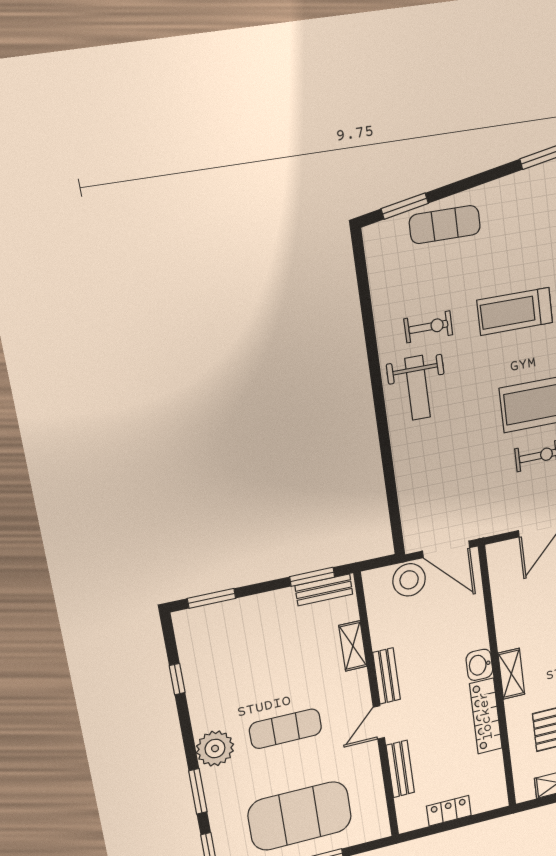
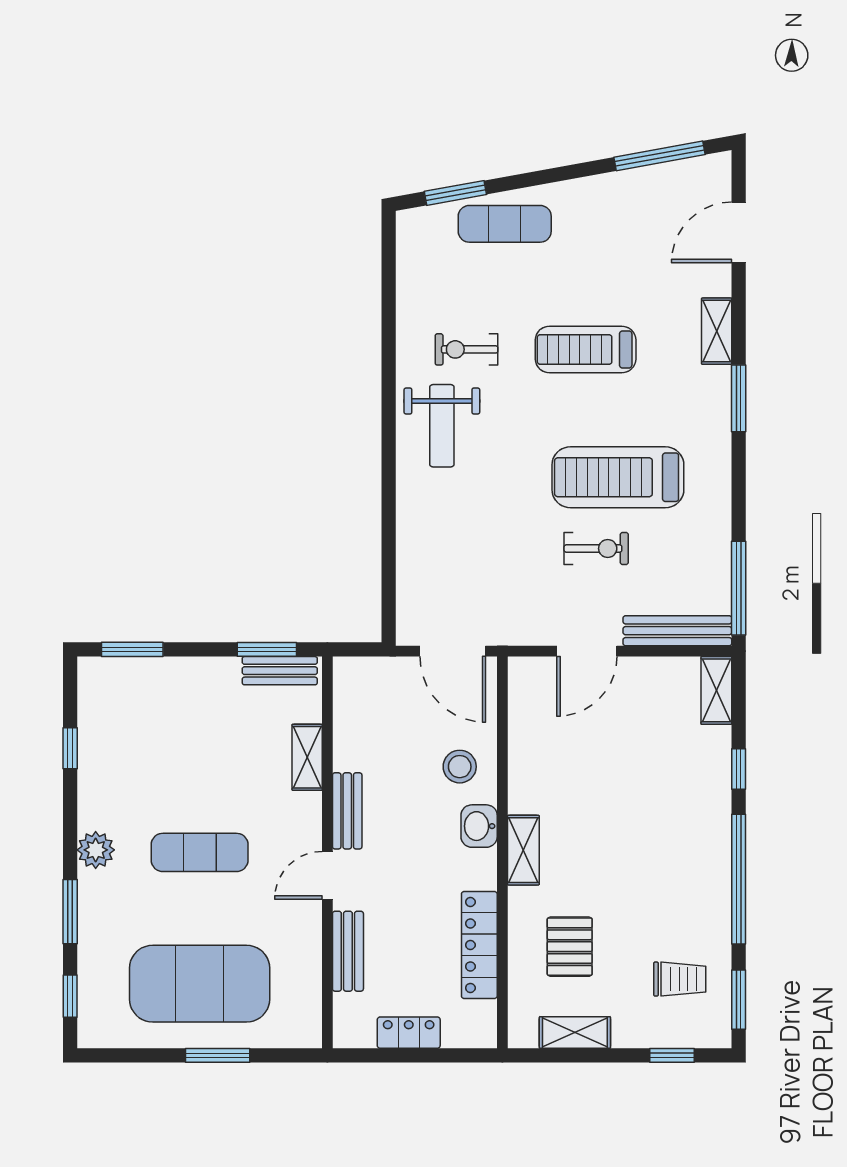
exercise bike: (428, 327) -> (467, 349), turned 180
stool: (409, 580) -> (460, 767), moved, width x0.73, depth x0.73
locker: (486, 716) -> (479, 945), moved
plant: (215, 749) -> (96, 850), width x0.73, depth x0.73

